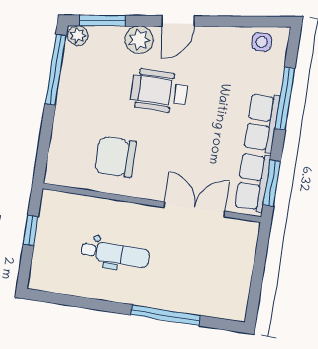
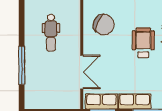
chair: (116, 157) -> (104, 25), turned 115

